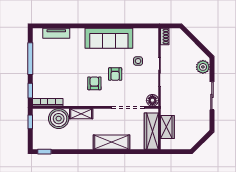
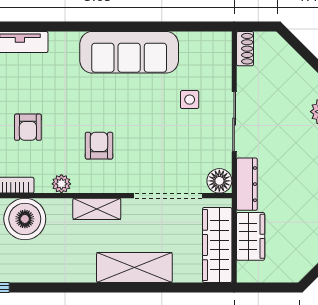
armchair: (115, 74) -> (28, 127), moved
plant: (76, 102) -> (61, 184), added
dresser: (166, 102) -> (247, 184), added
shelving: (81, 114) -> (97, 209), moved

